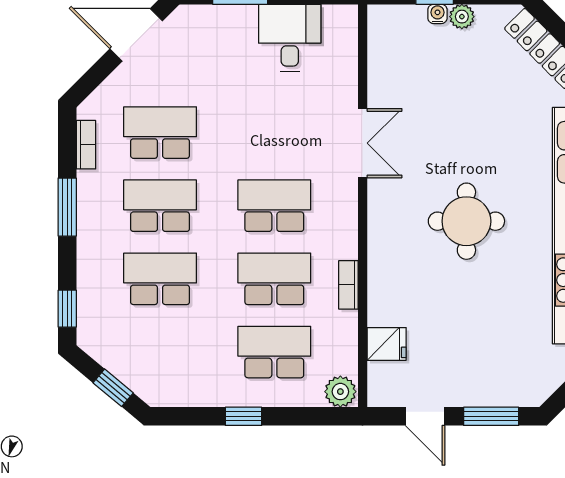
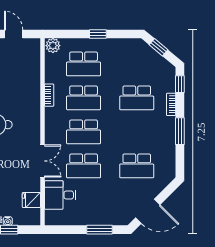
desk: (290, 38) -> (60, 195), moved, turned 90
double door: (363, 143) -> (43, 161), swing flipped
bookcase: (86, 145) -> (171, 104), moved
school desk: (160, 206) -> (84, 166), moved
fridge: (387, 344) -> (31, 200), moved

